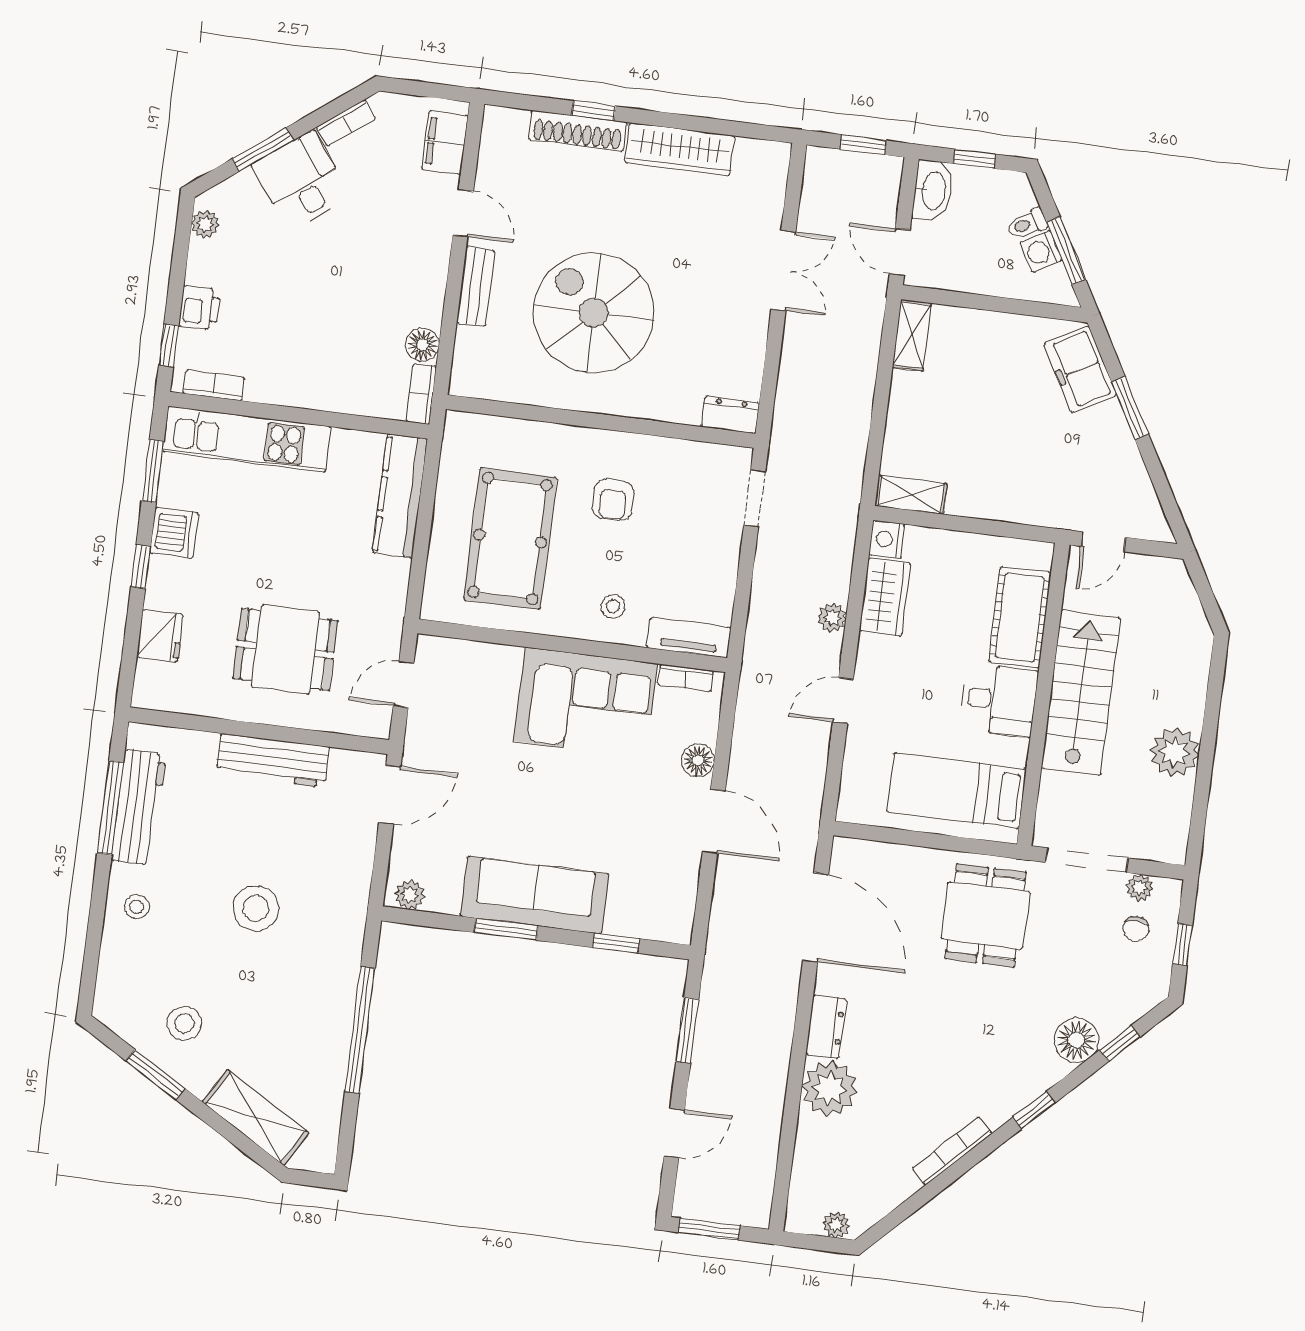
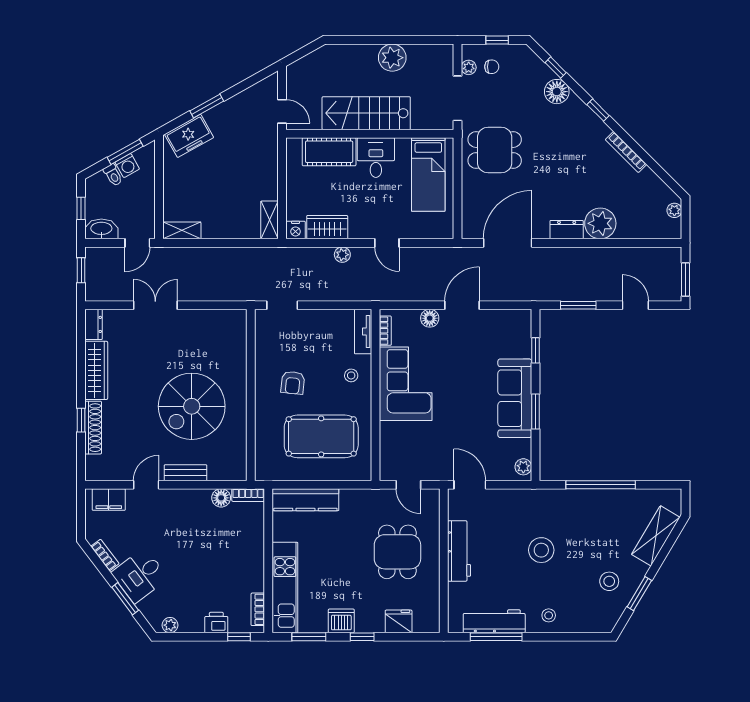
dresser: (730, 415) -> (94, 324), moved, turned 180
armchair: (613, 500) -> (293, 383), turned 96

